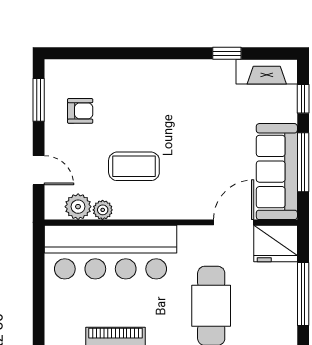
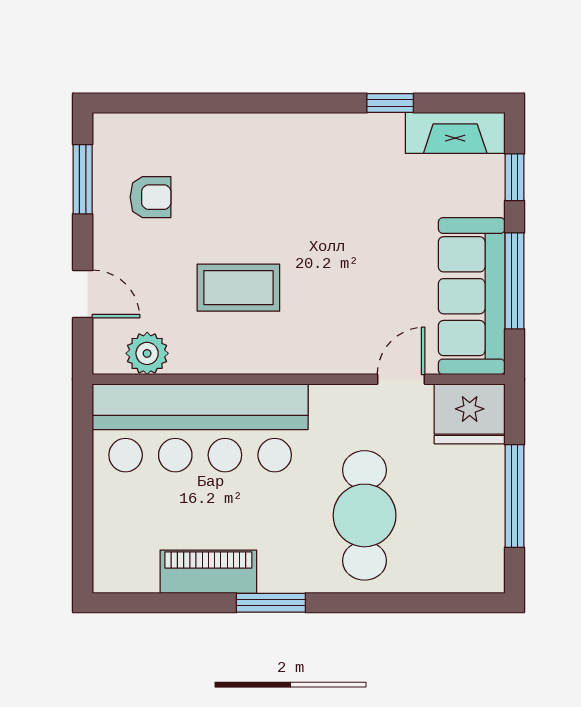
plant: (103, 210) -> (187, 359), removed
door: (234, 222) -> (401, 379), width x0.73

